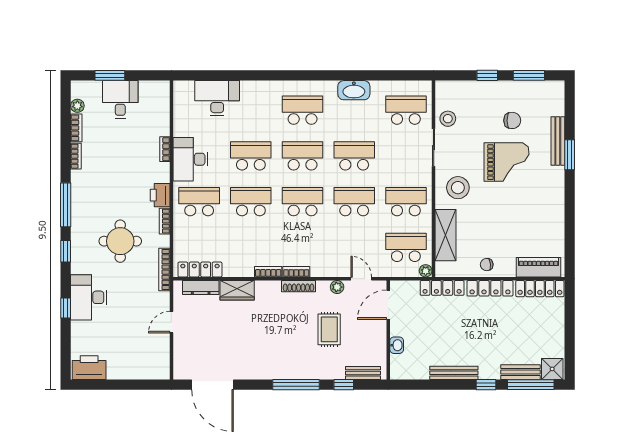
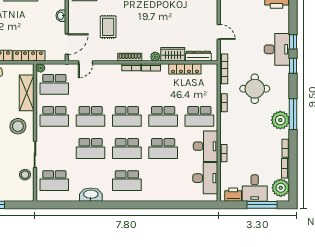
window: (110, 75) -> (262, 205), width x1.44
desk: (217, 98) -> (205, 178), moved, turned -90
plant: (77, 106) -> (281, 188), width x1.88, depth x1.88
printer: (160, 195) -> (233, 195), moved, turned -90
plant: (84, 196) -> (280, 120), added
window: (66, 251) -> (293, 66), moved
locker: (200, 269) -> (185, 69), moved
door: (361, 279) -> (86, 62), hinge flipped
plant: (337, 287) -> (155, 57), moved
door: (171, 322) -> (219, 32), hinge flipped

